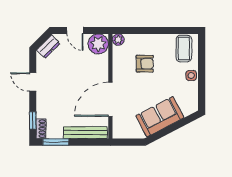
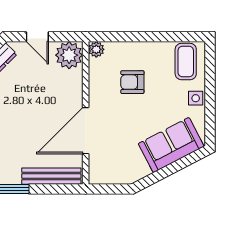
armchair: (145, 64) -> (132, 82), turned 180
sofa: (160, 117) -> (171, 145), moved

